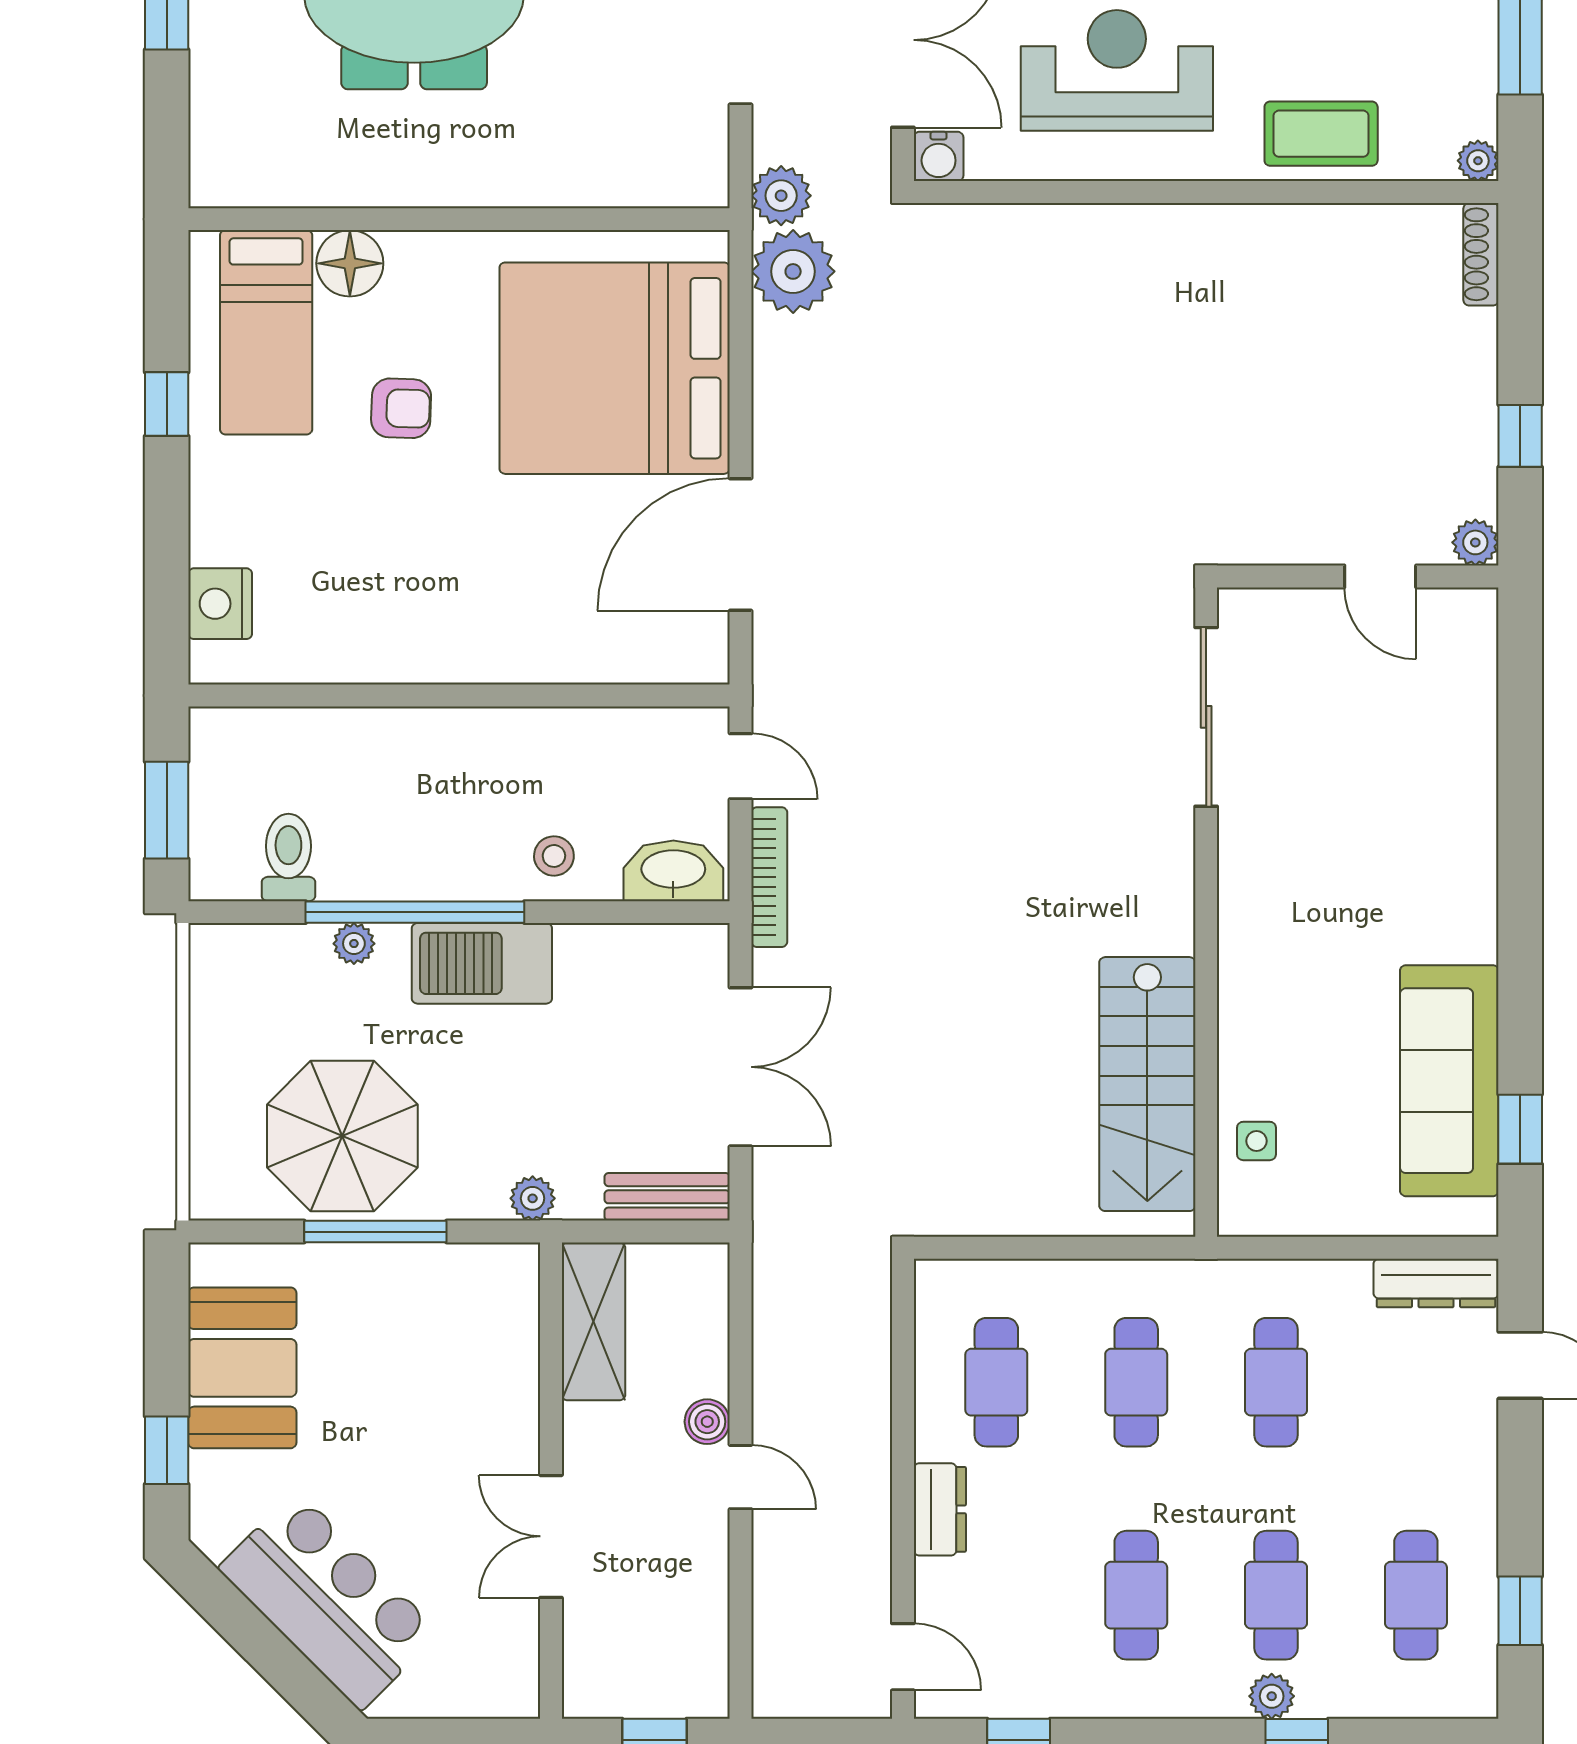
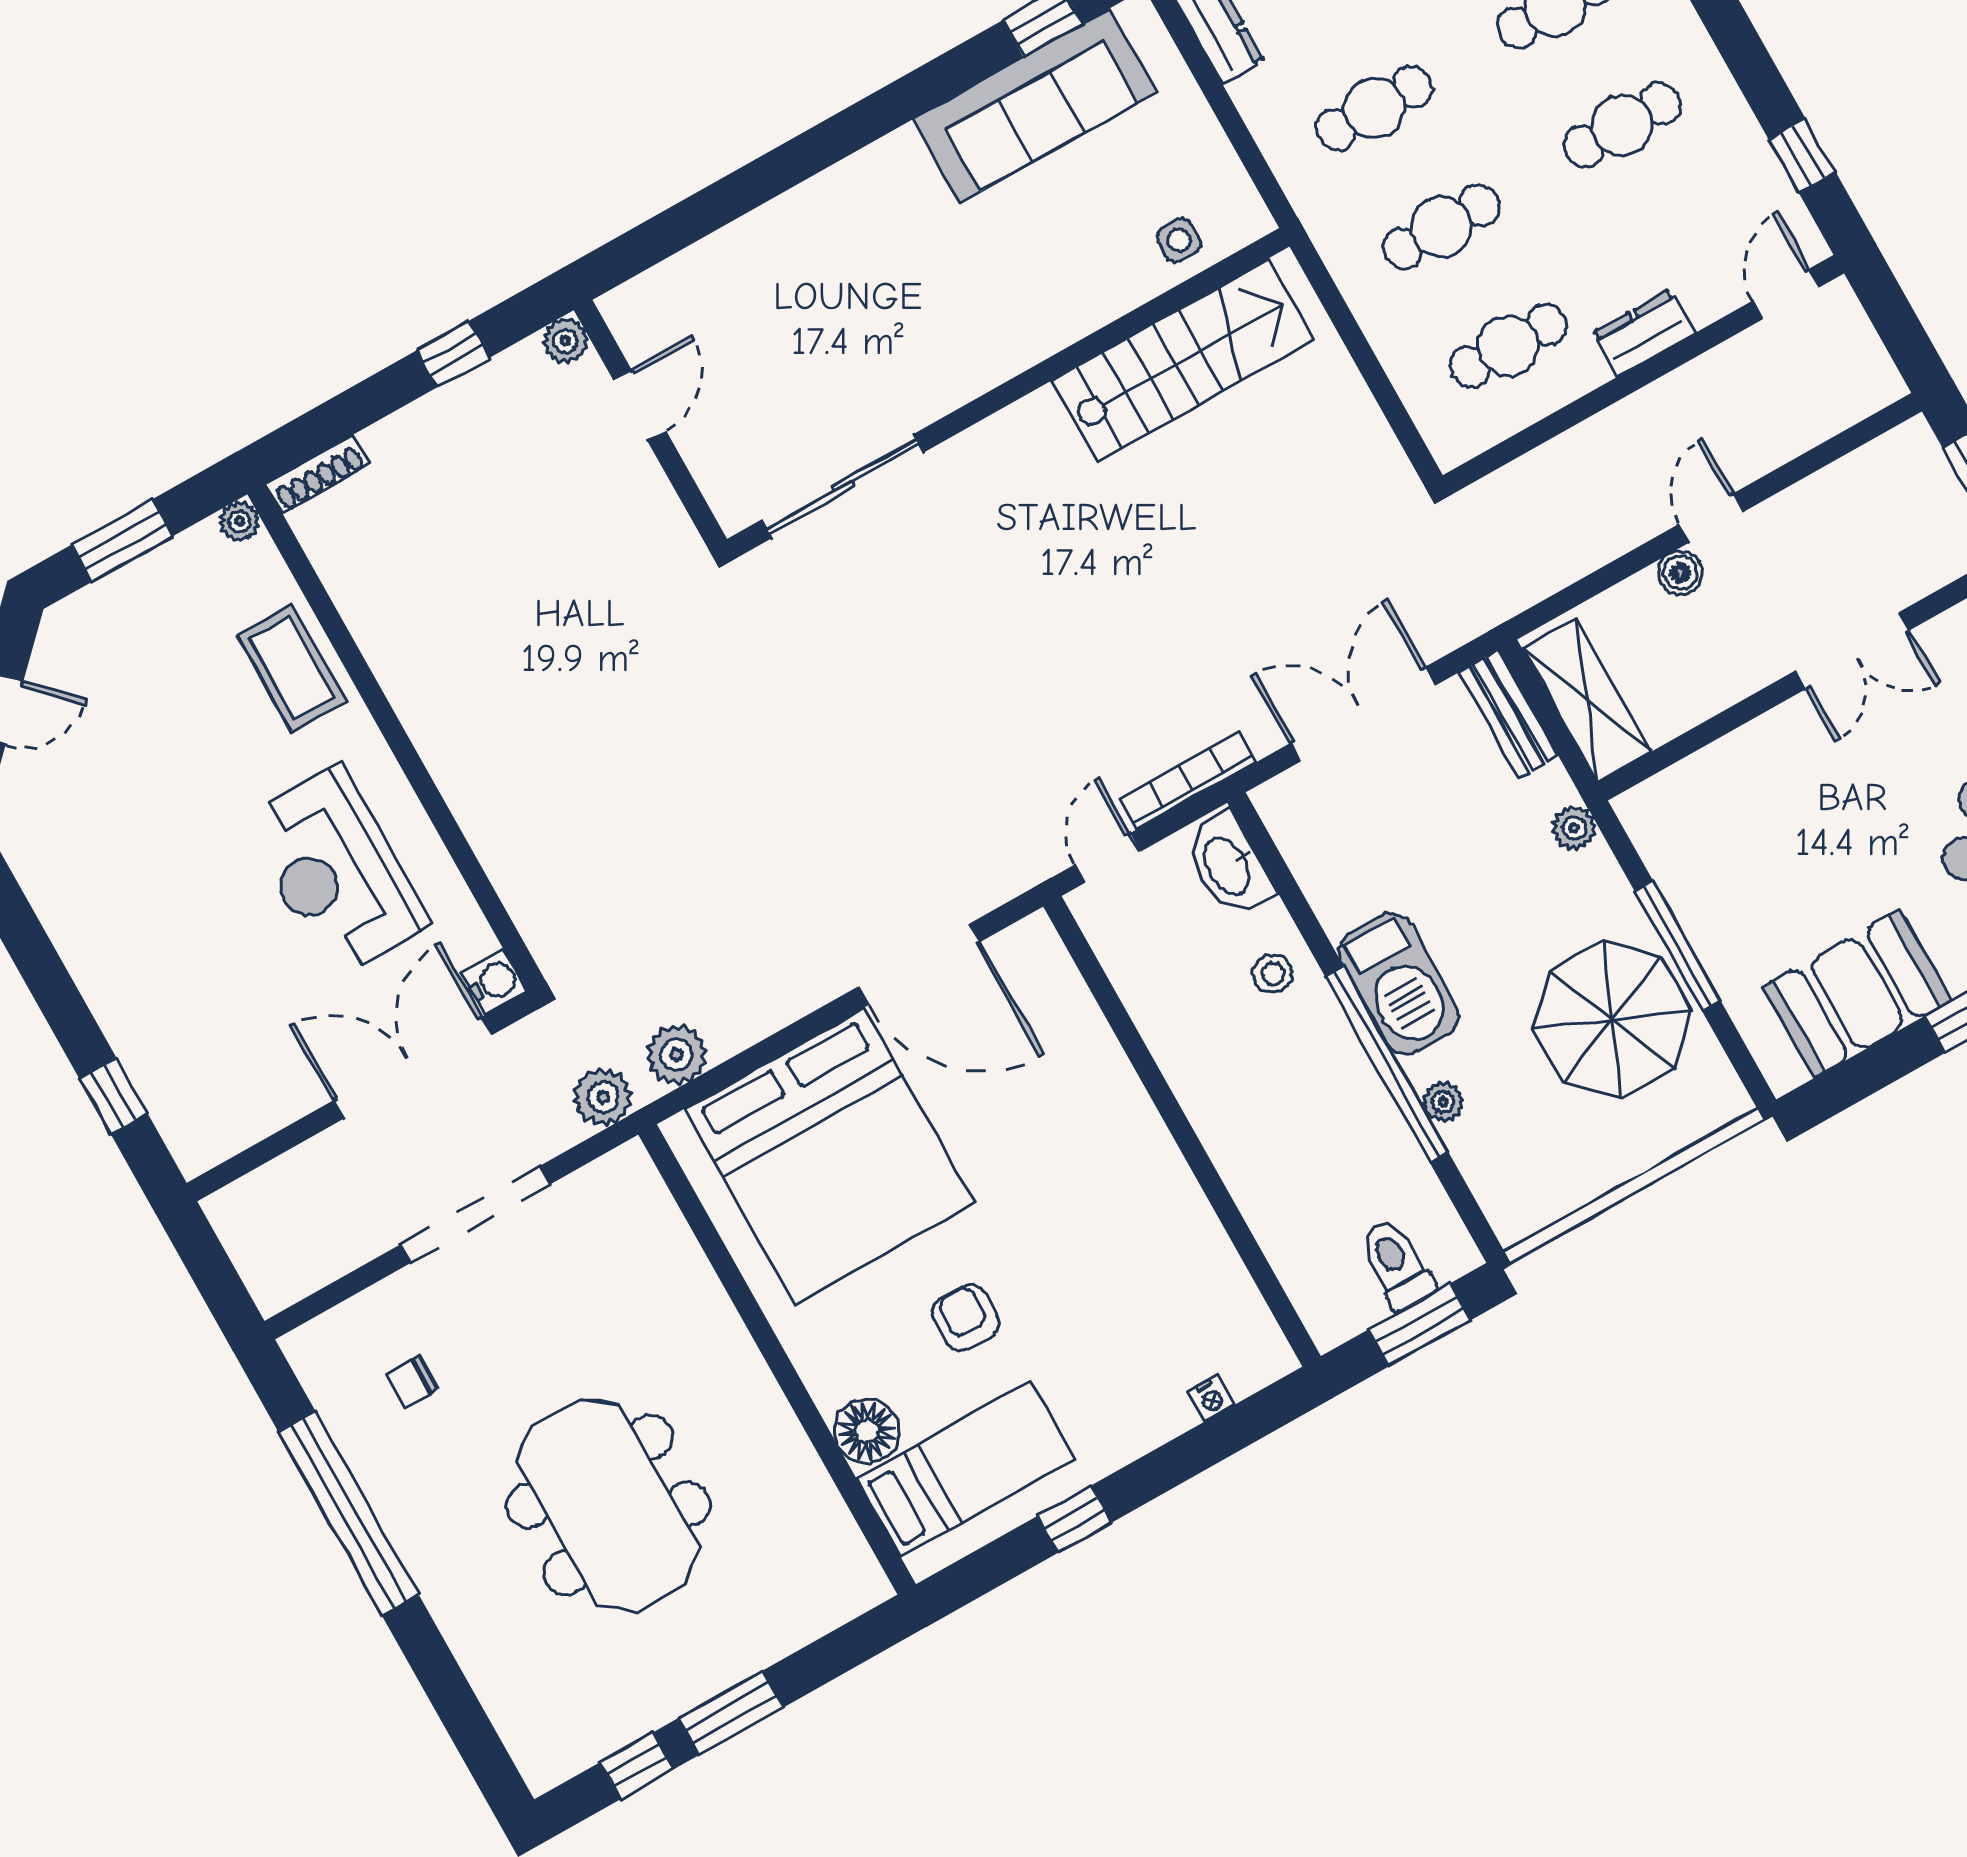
plant: (793, 271) -> (676, 1055), width x0.73, depth x0.73
nightstand: (220, 604) -> (1211, 1398), width x0.53, depth x0.56
toilet: (288, 857) -> (1396, 1265), moved, turned 90
shelving: (593, 1321) -> (1586, 700), moved, turned 90

